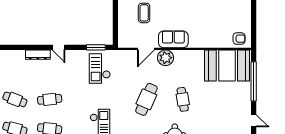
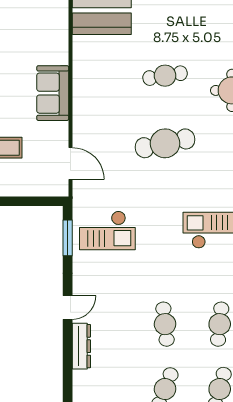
door: (146, 49) -> (70, 163), moved
plant: (166, 58) -> (87, 108), removed
cafe table: (146, 99) -> (165, 143), turned -36

